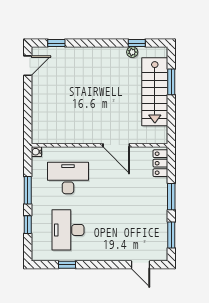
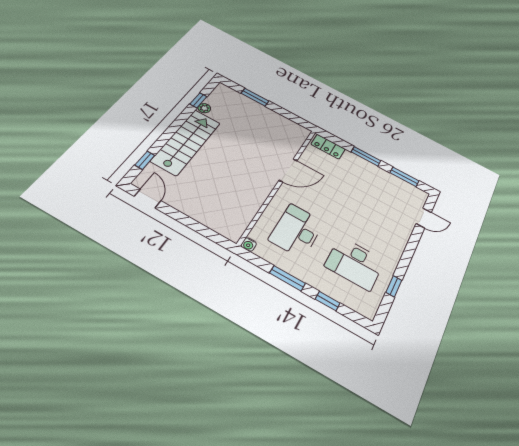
stairs: (155, 92) -> (186, 142), moved, turned -90

